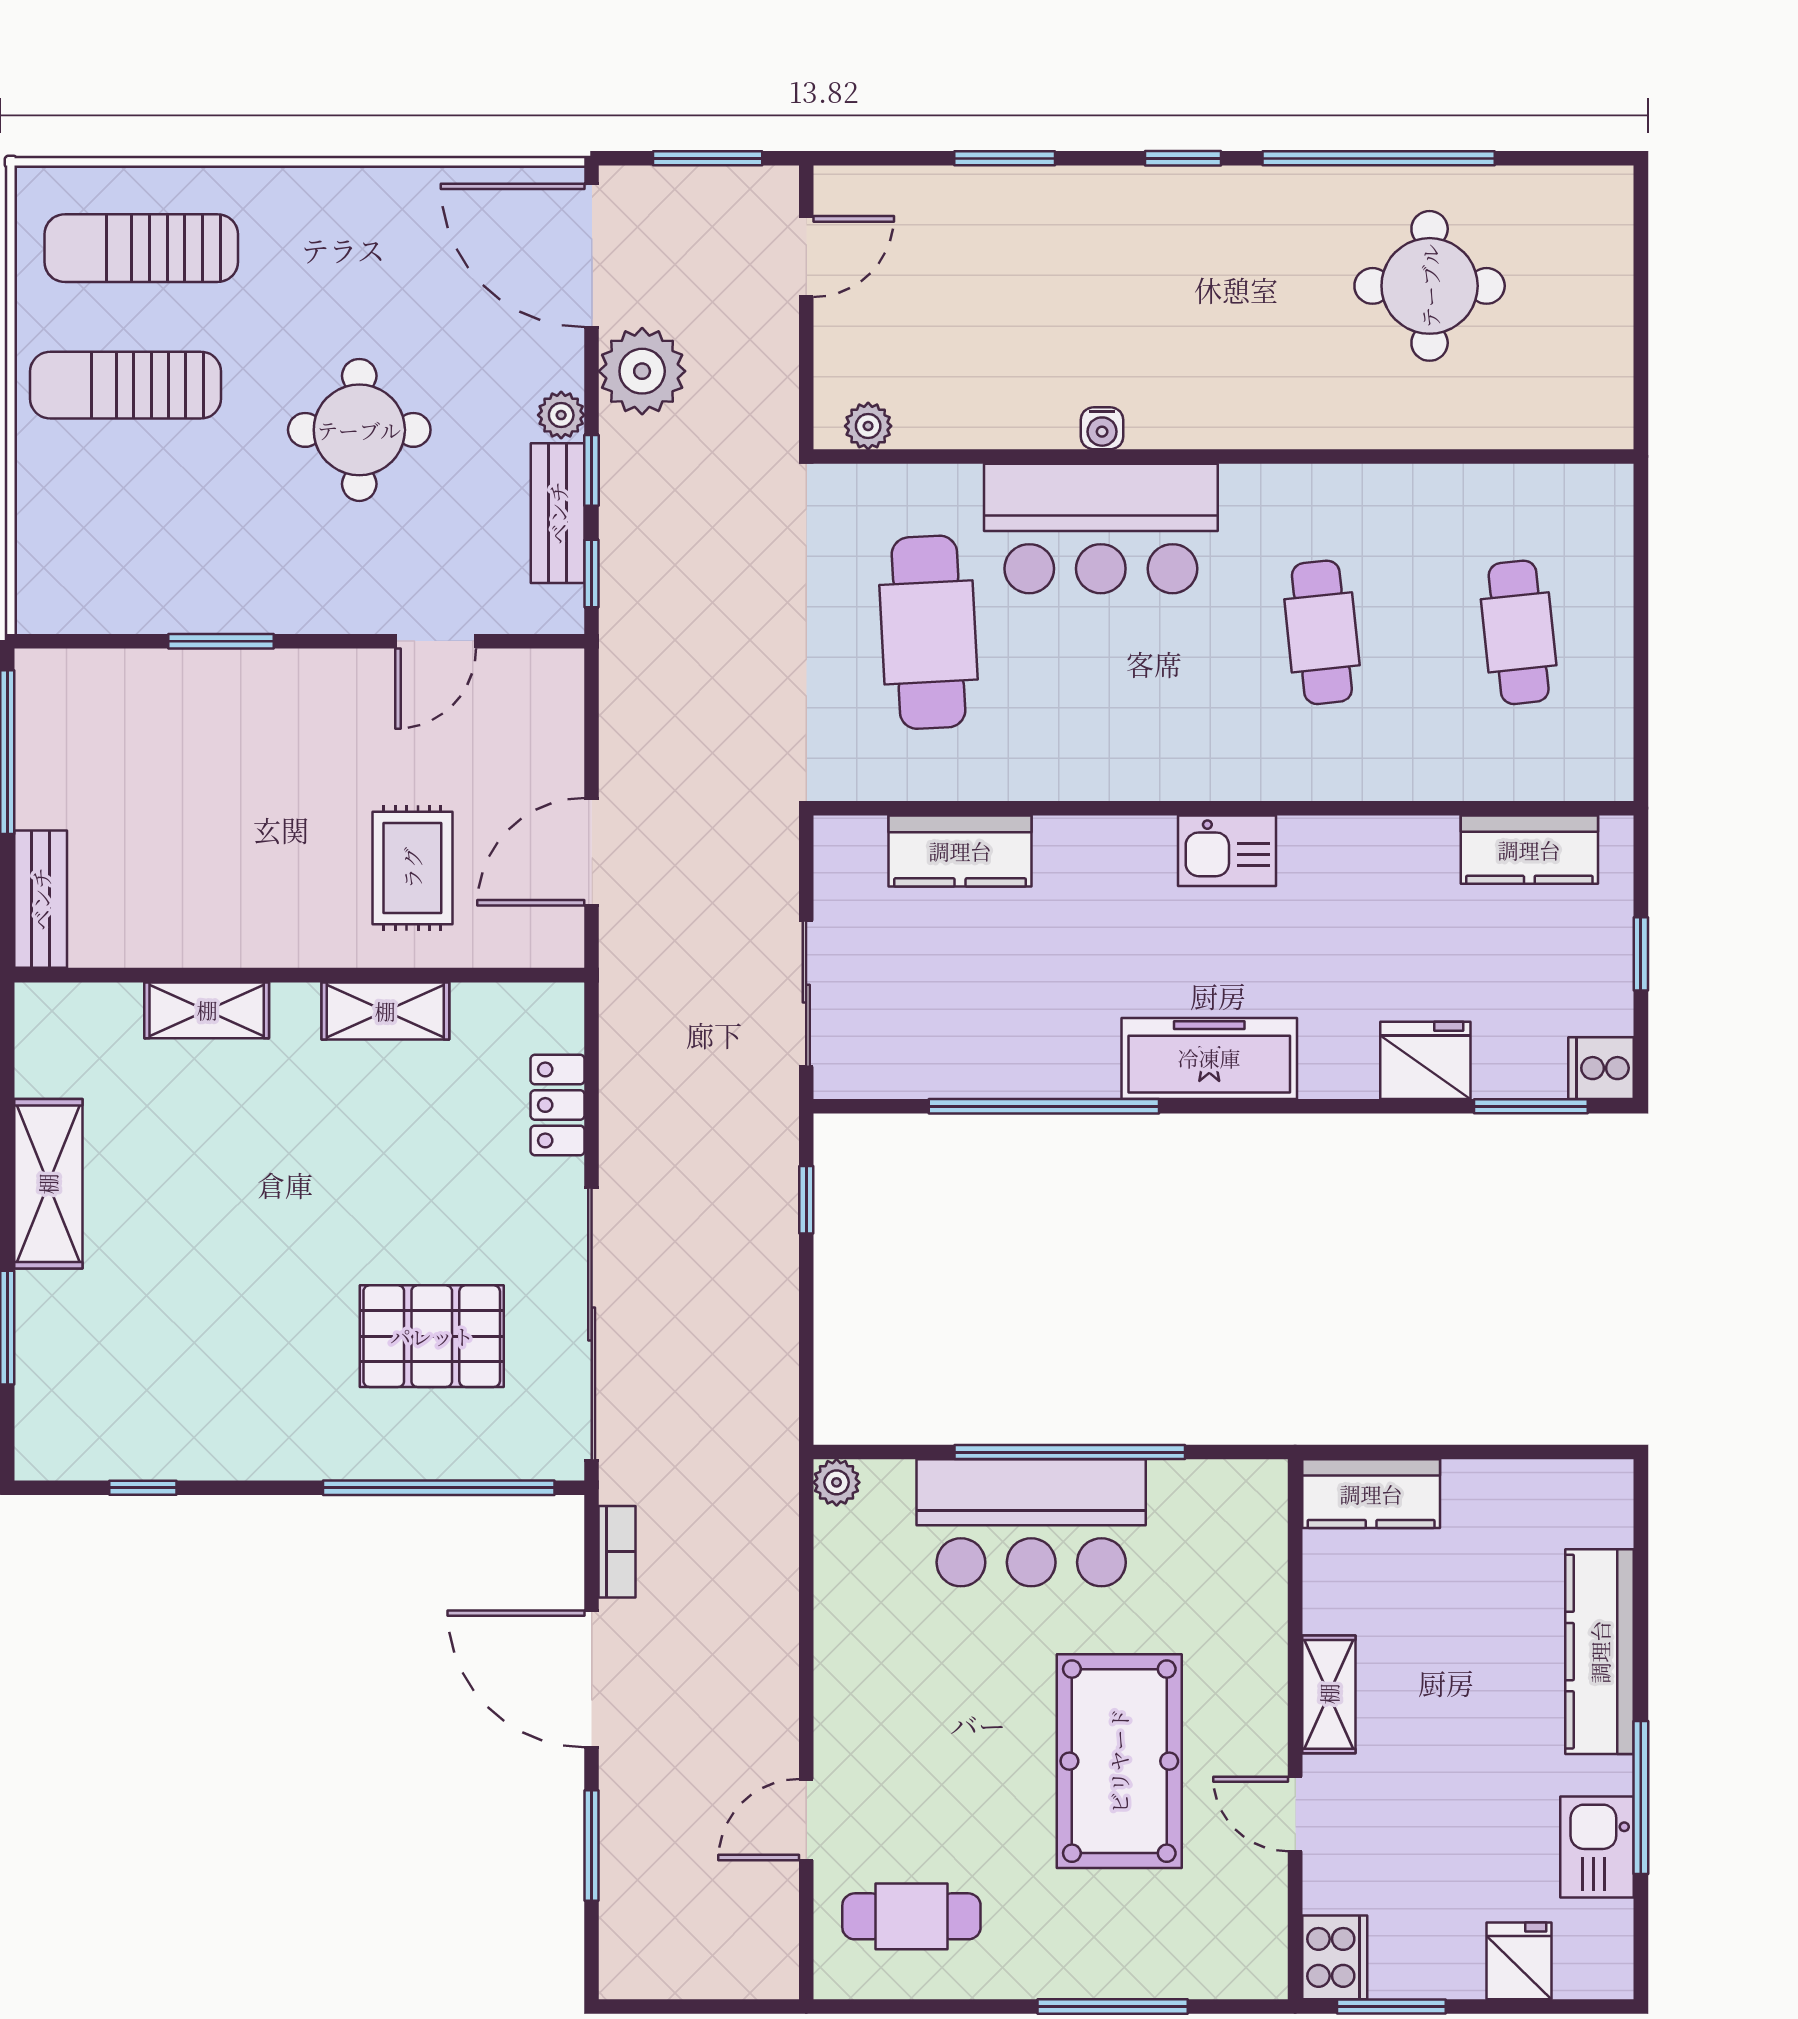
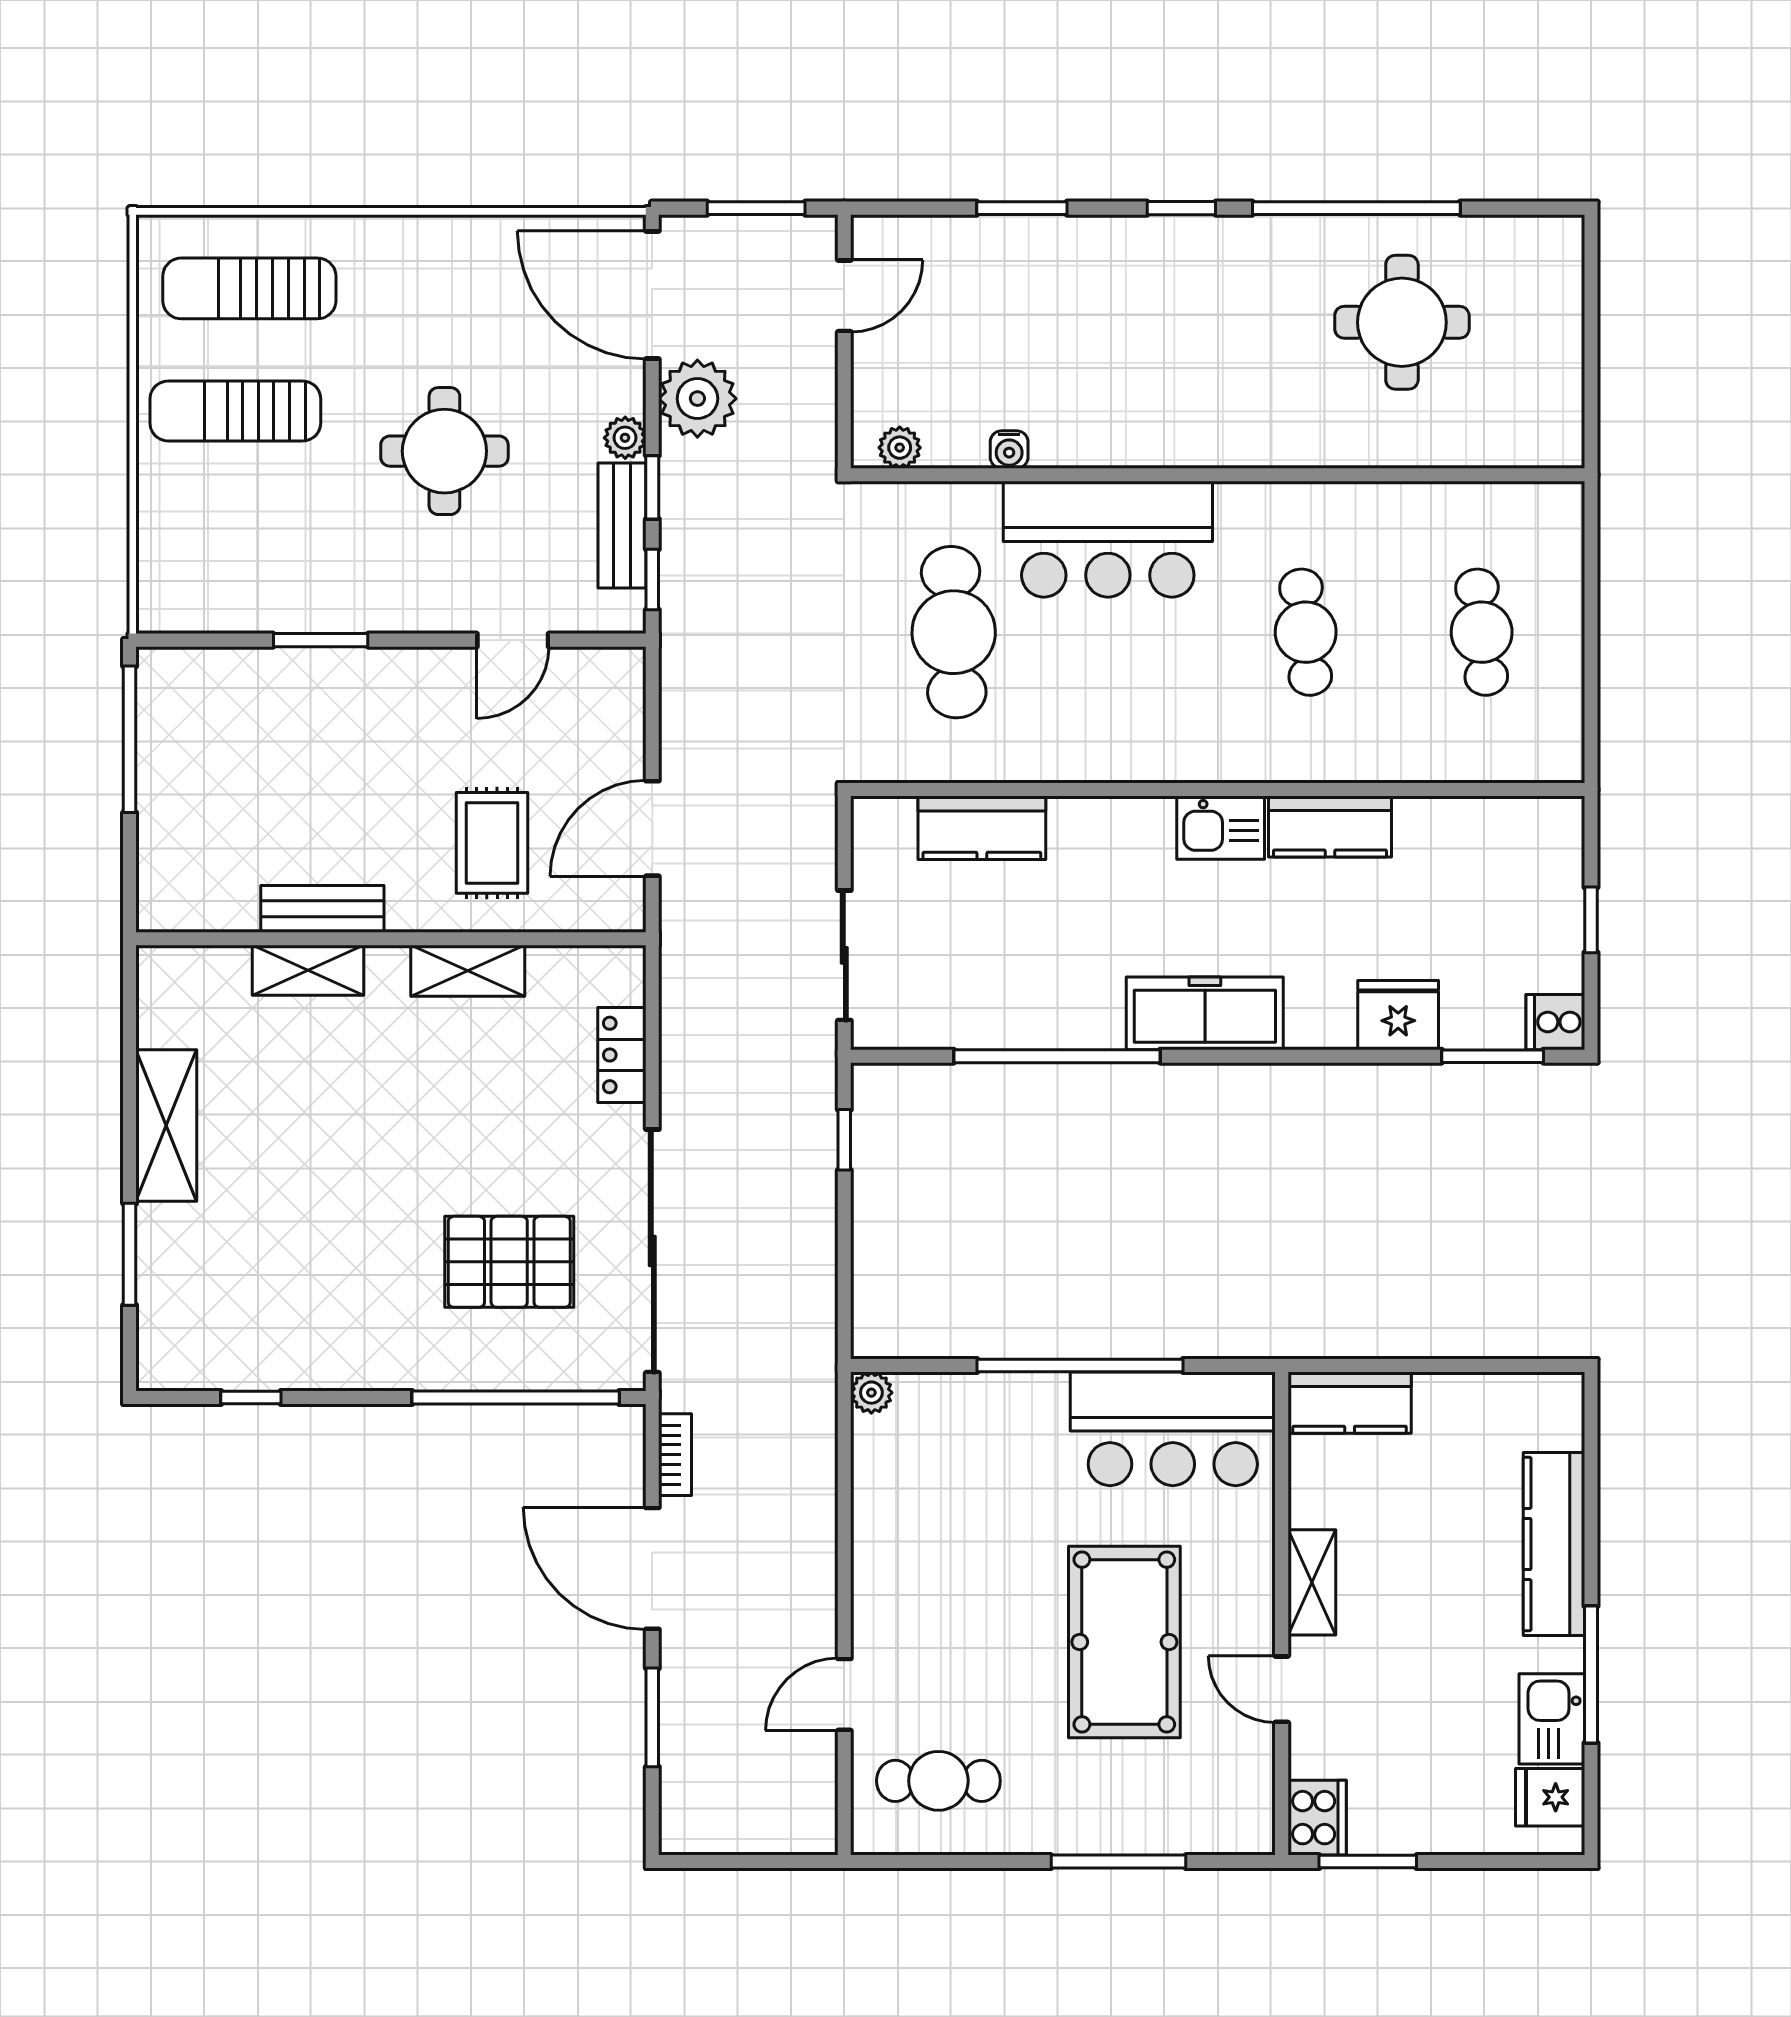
water cooler: (1102, 428) -> (1009, 450), moved
kitchen counter: (1529, 850) -> (1330, 827), moved
bench: (41, 899) -> (322, 909), moved, turned 90
bar counter: (1031, 1523) -> (1173, 1429), moved
fridge: (1519, 1961) -> (1550, 1797), moved, turned -90

